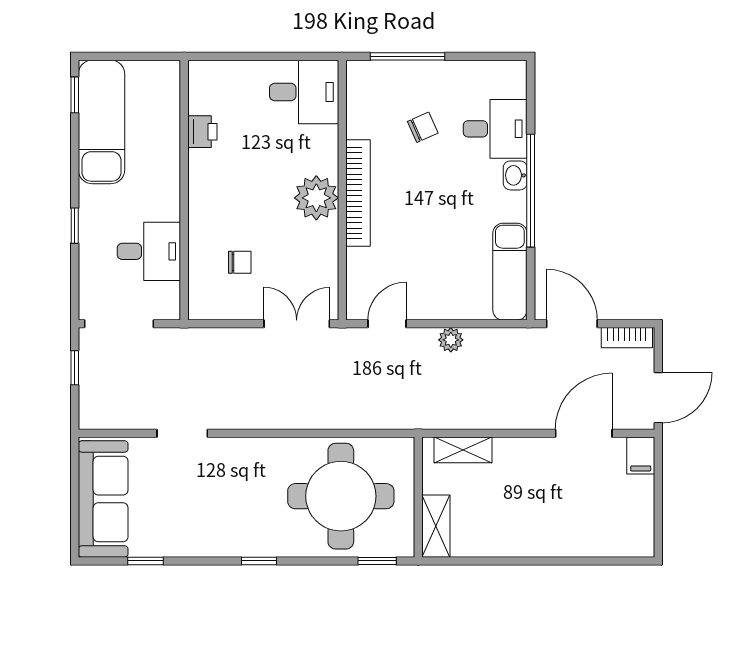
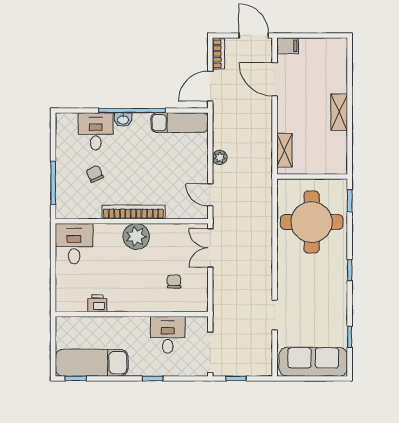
shelving: (436, 526) -> (339, 112), moved, turned 90

